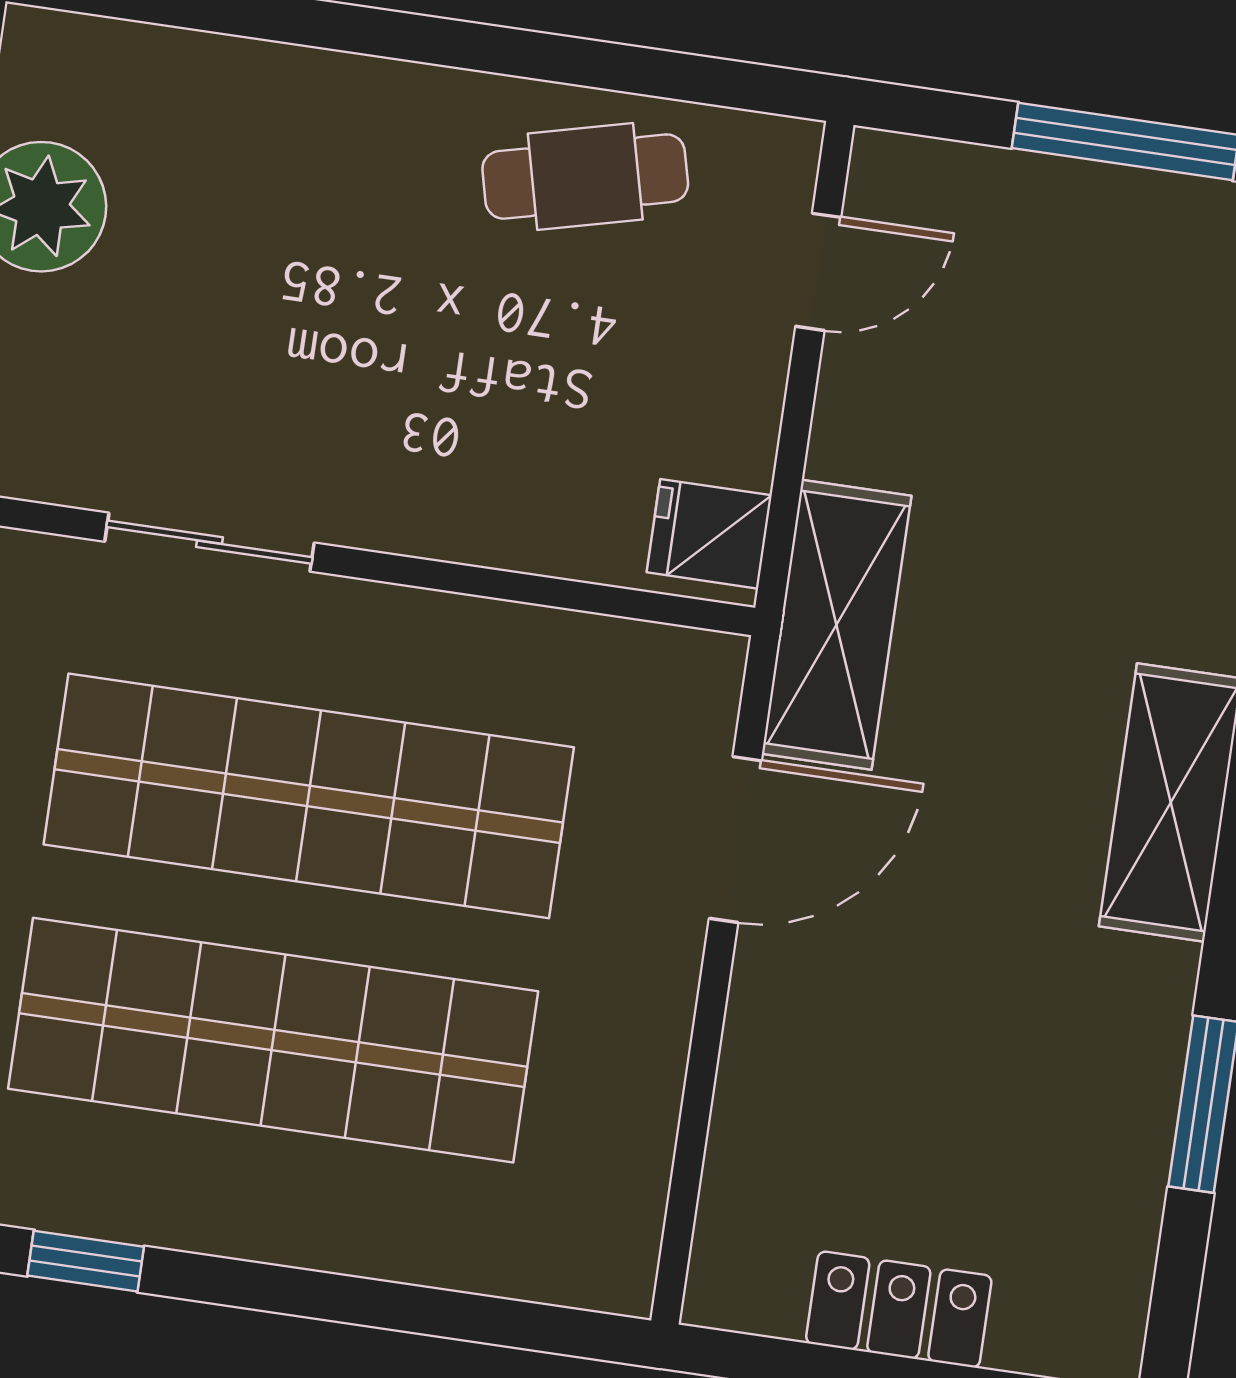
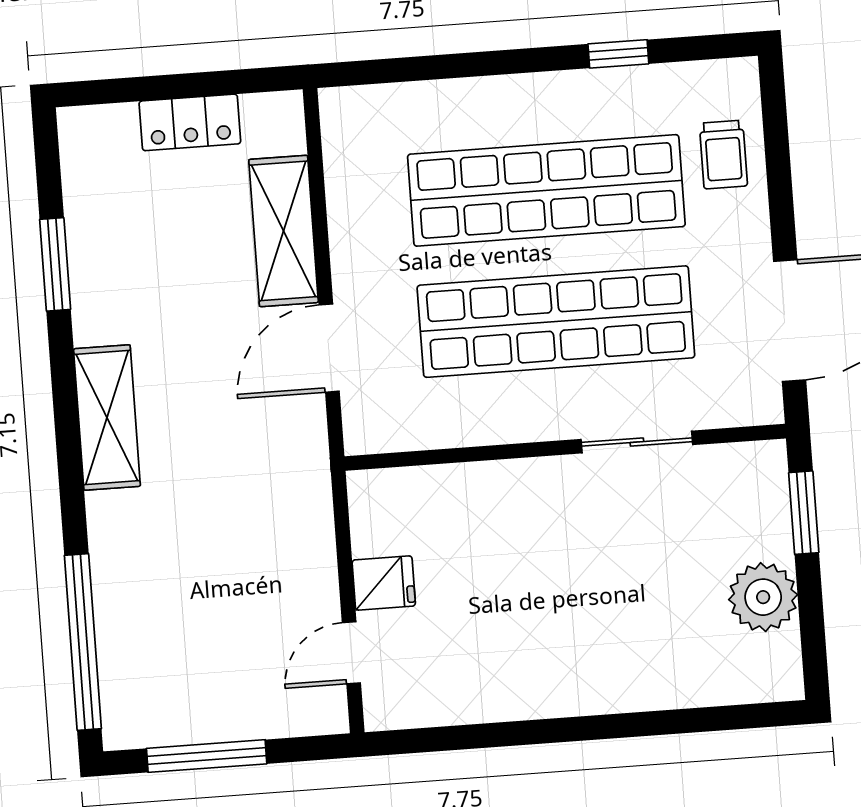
cafe table: (585, 177) -> (484, 675), removed
fridge: (709, 534) -> (384, 583), moved
shelving: (837, 625) -> (284, 231), moved

